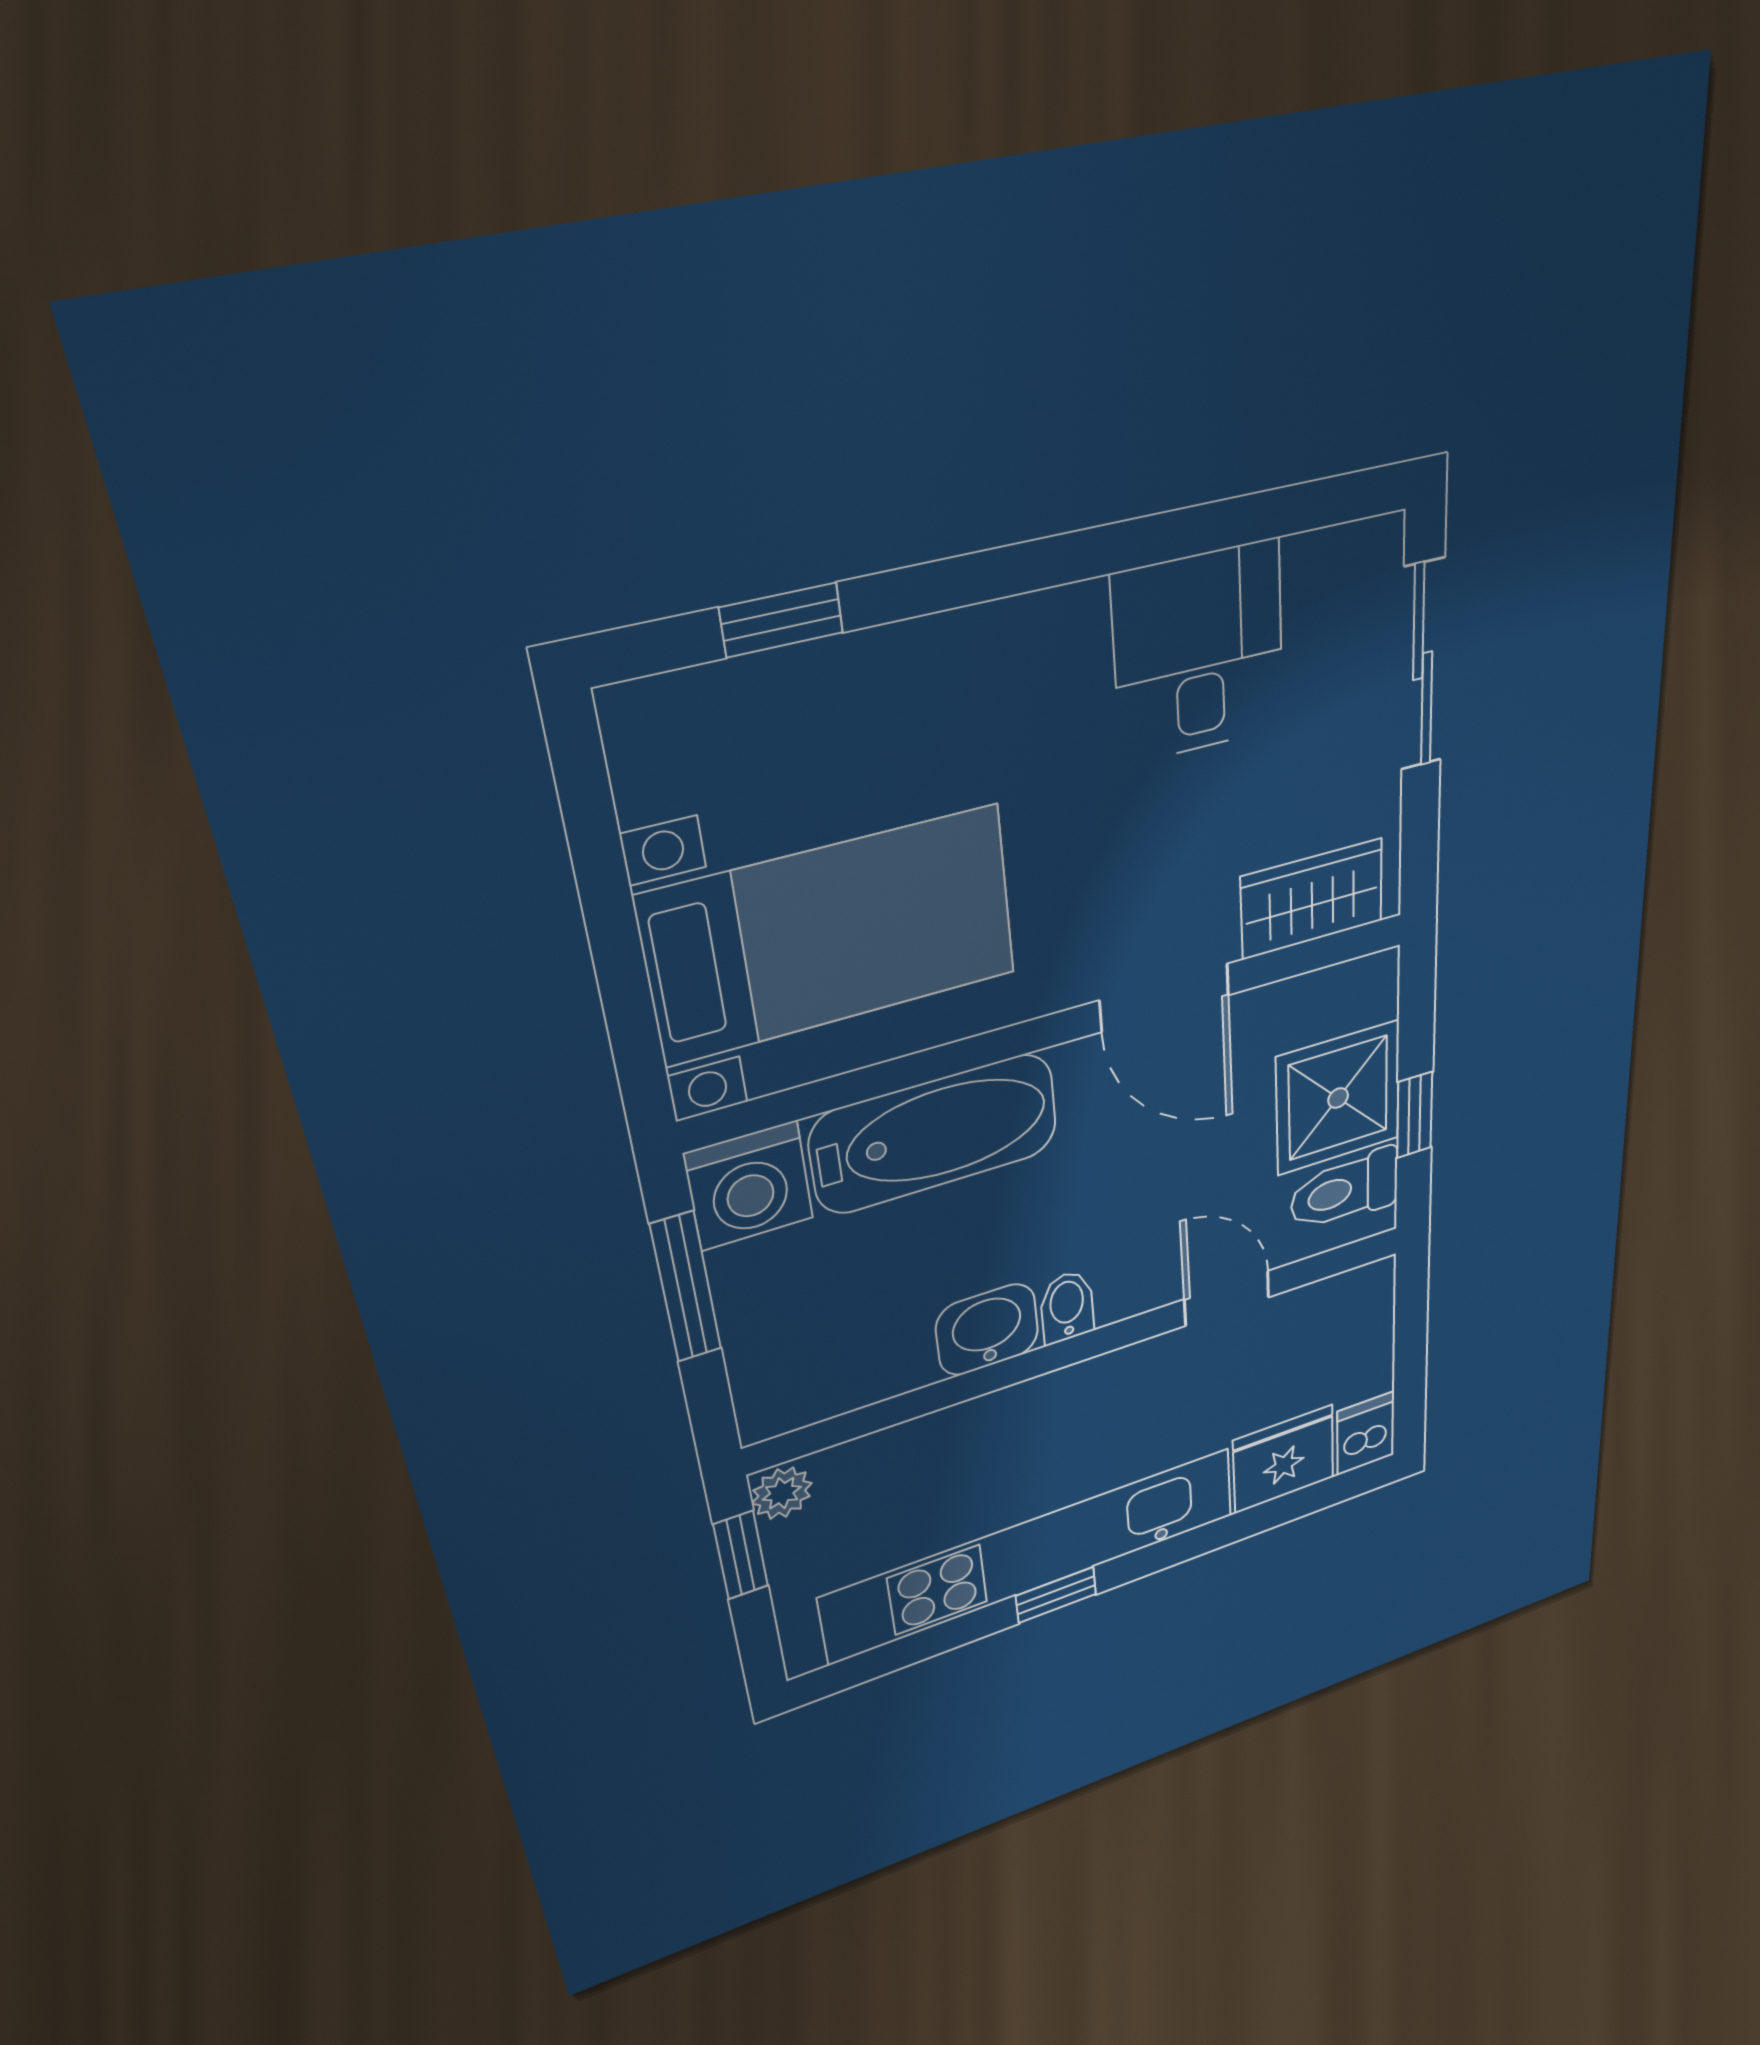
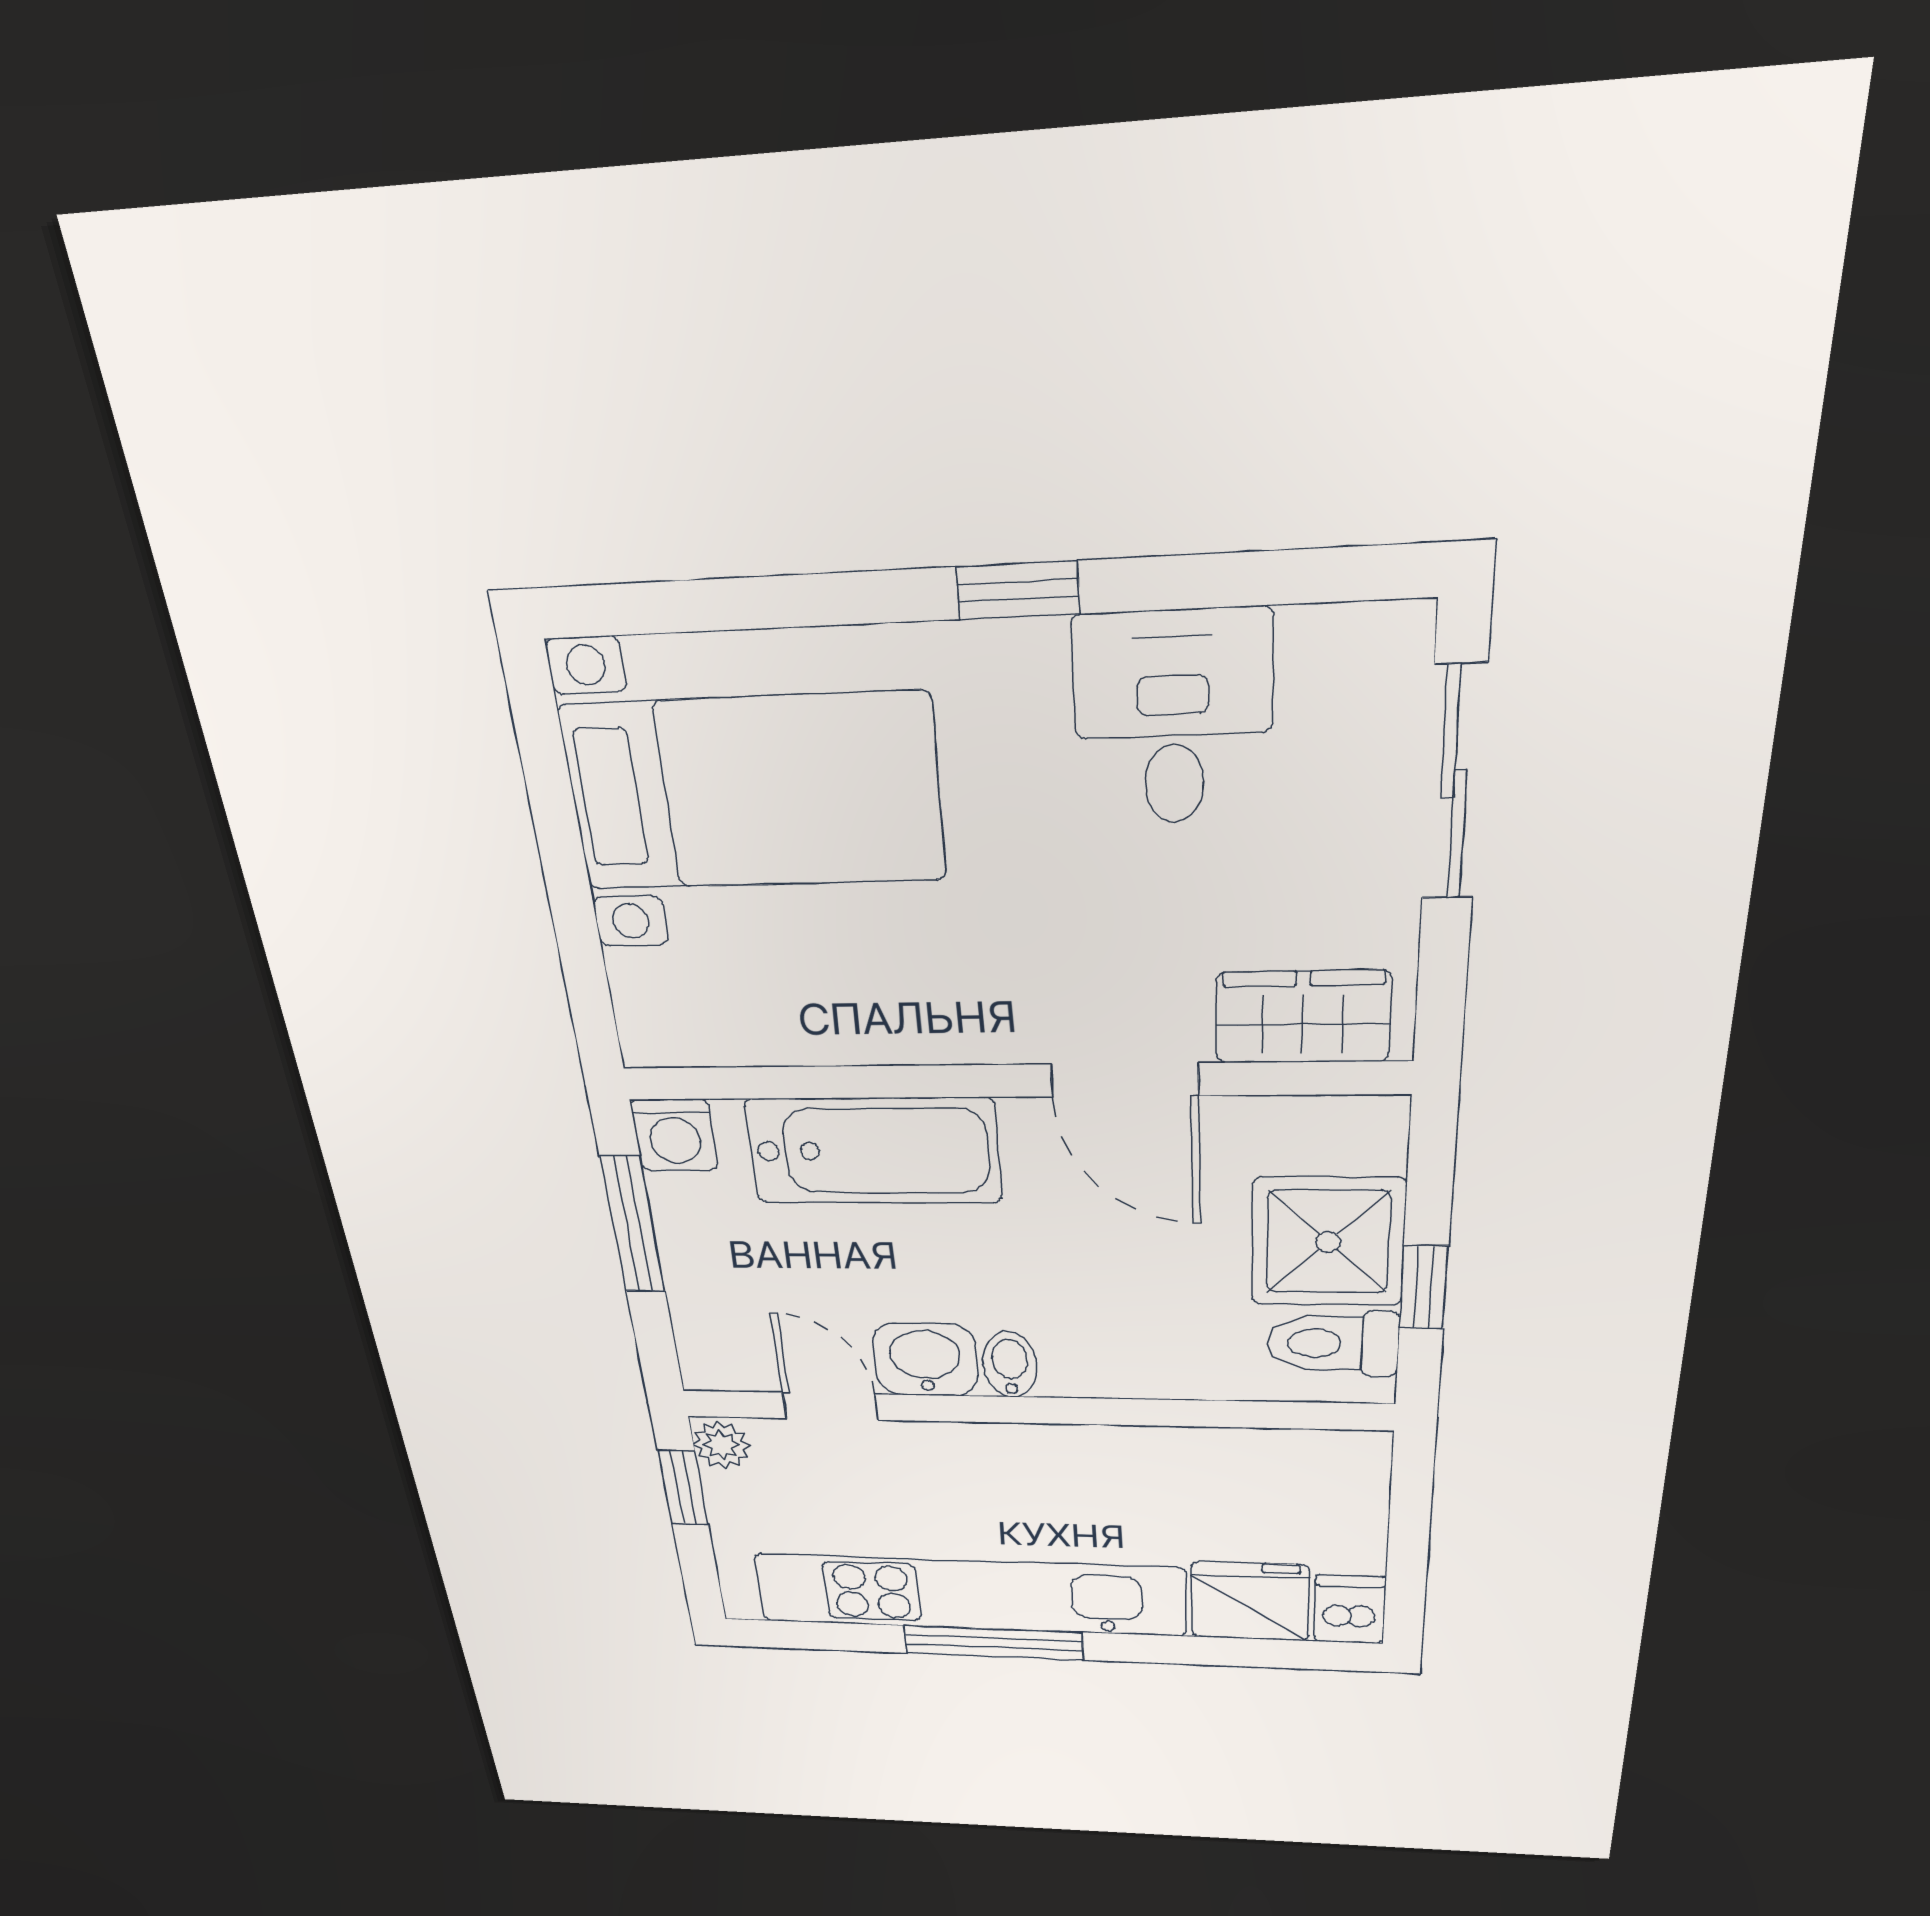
window: (781, 620) -> (1018, 590), moved
bed with nightstands: (832, 935) -> (753, 793), moved
washing machine: (749, 1186) -> (674, 1135), width x0.73, depth x0.73
door: (1227, 1298) -> (830, 1406), moved
window: (1056, 1595) -> (993, 1643), width x2.17

